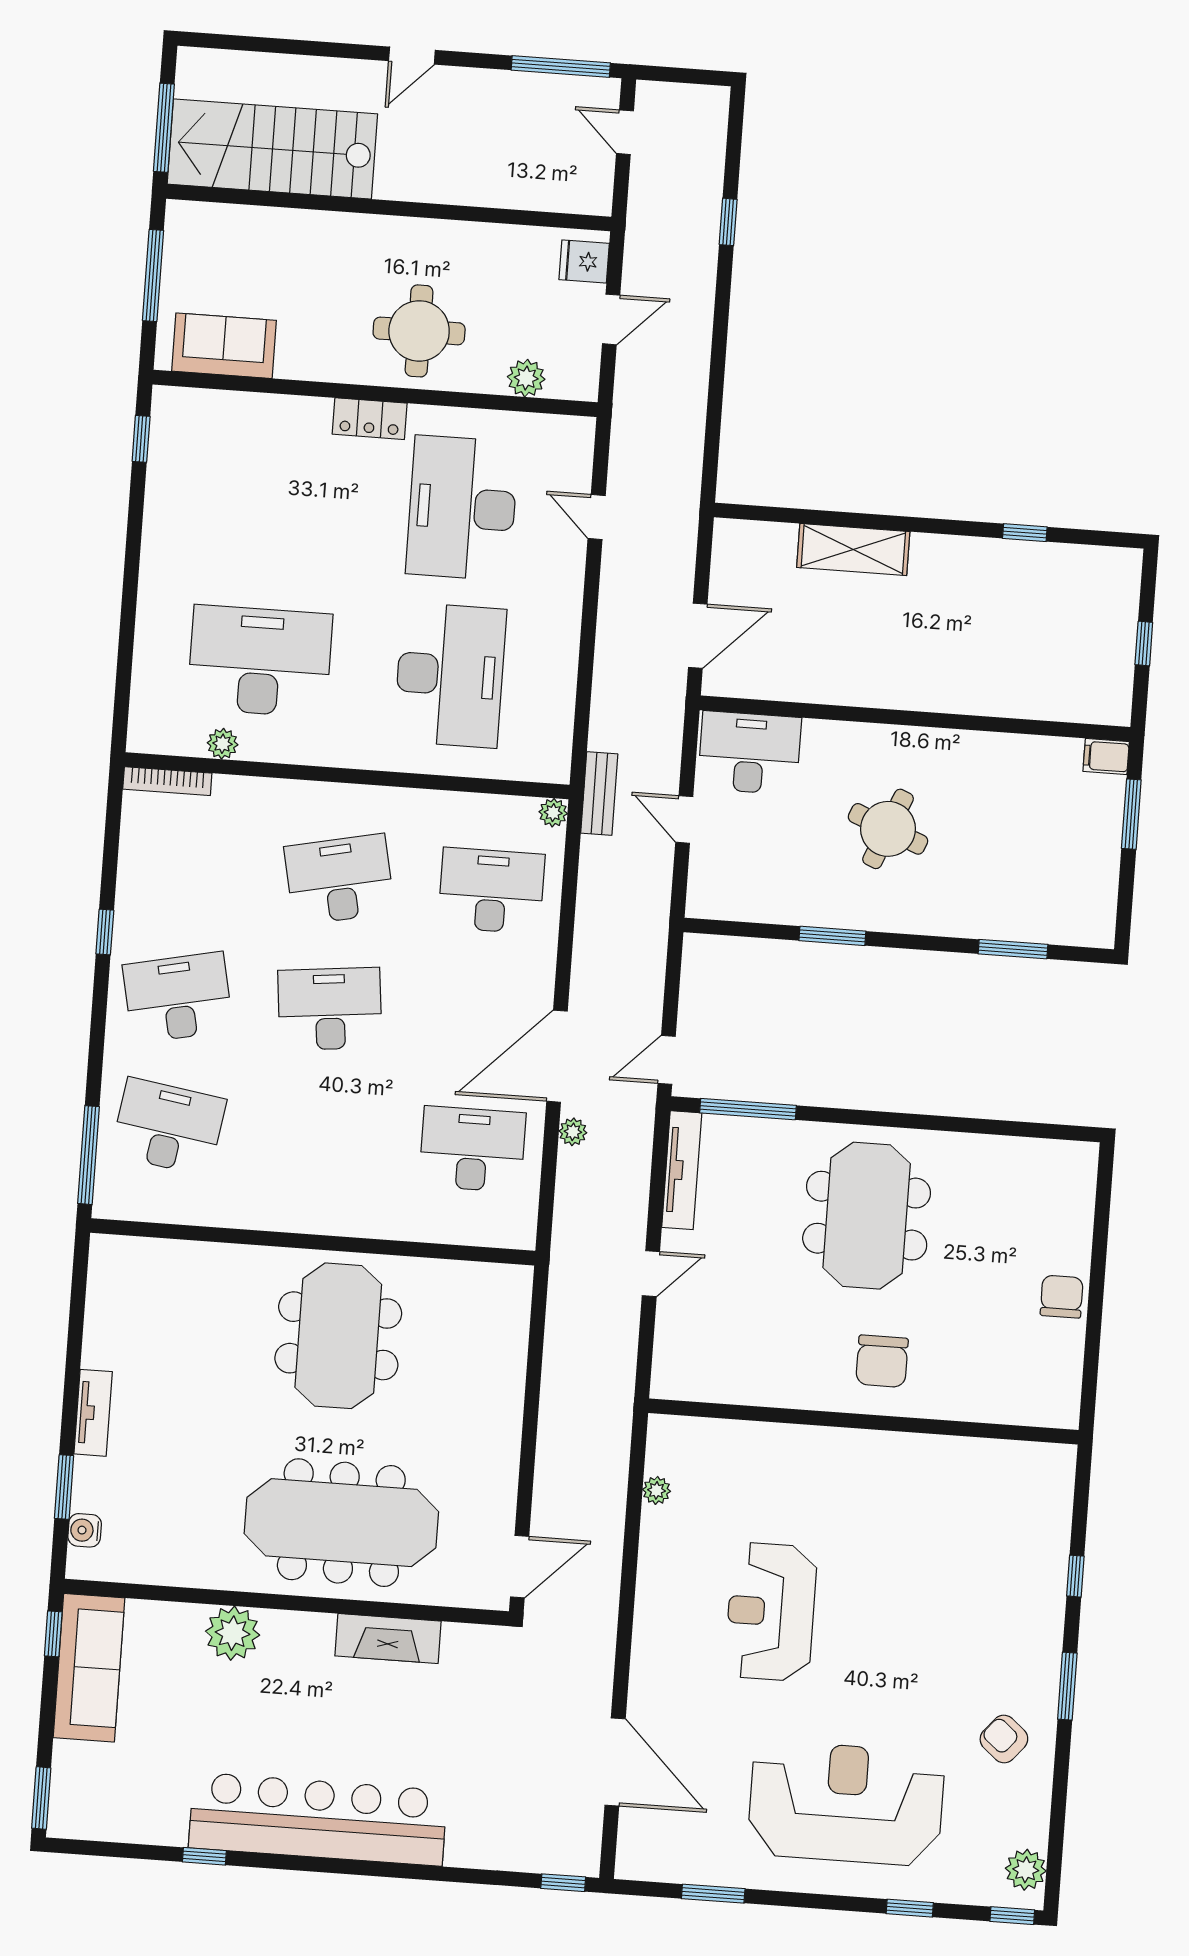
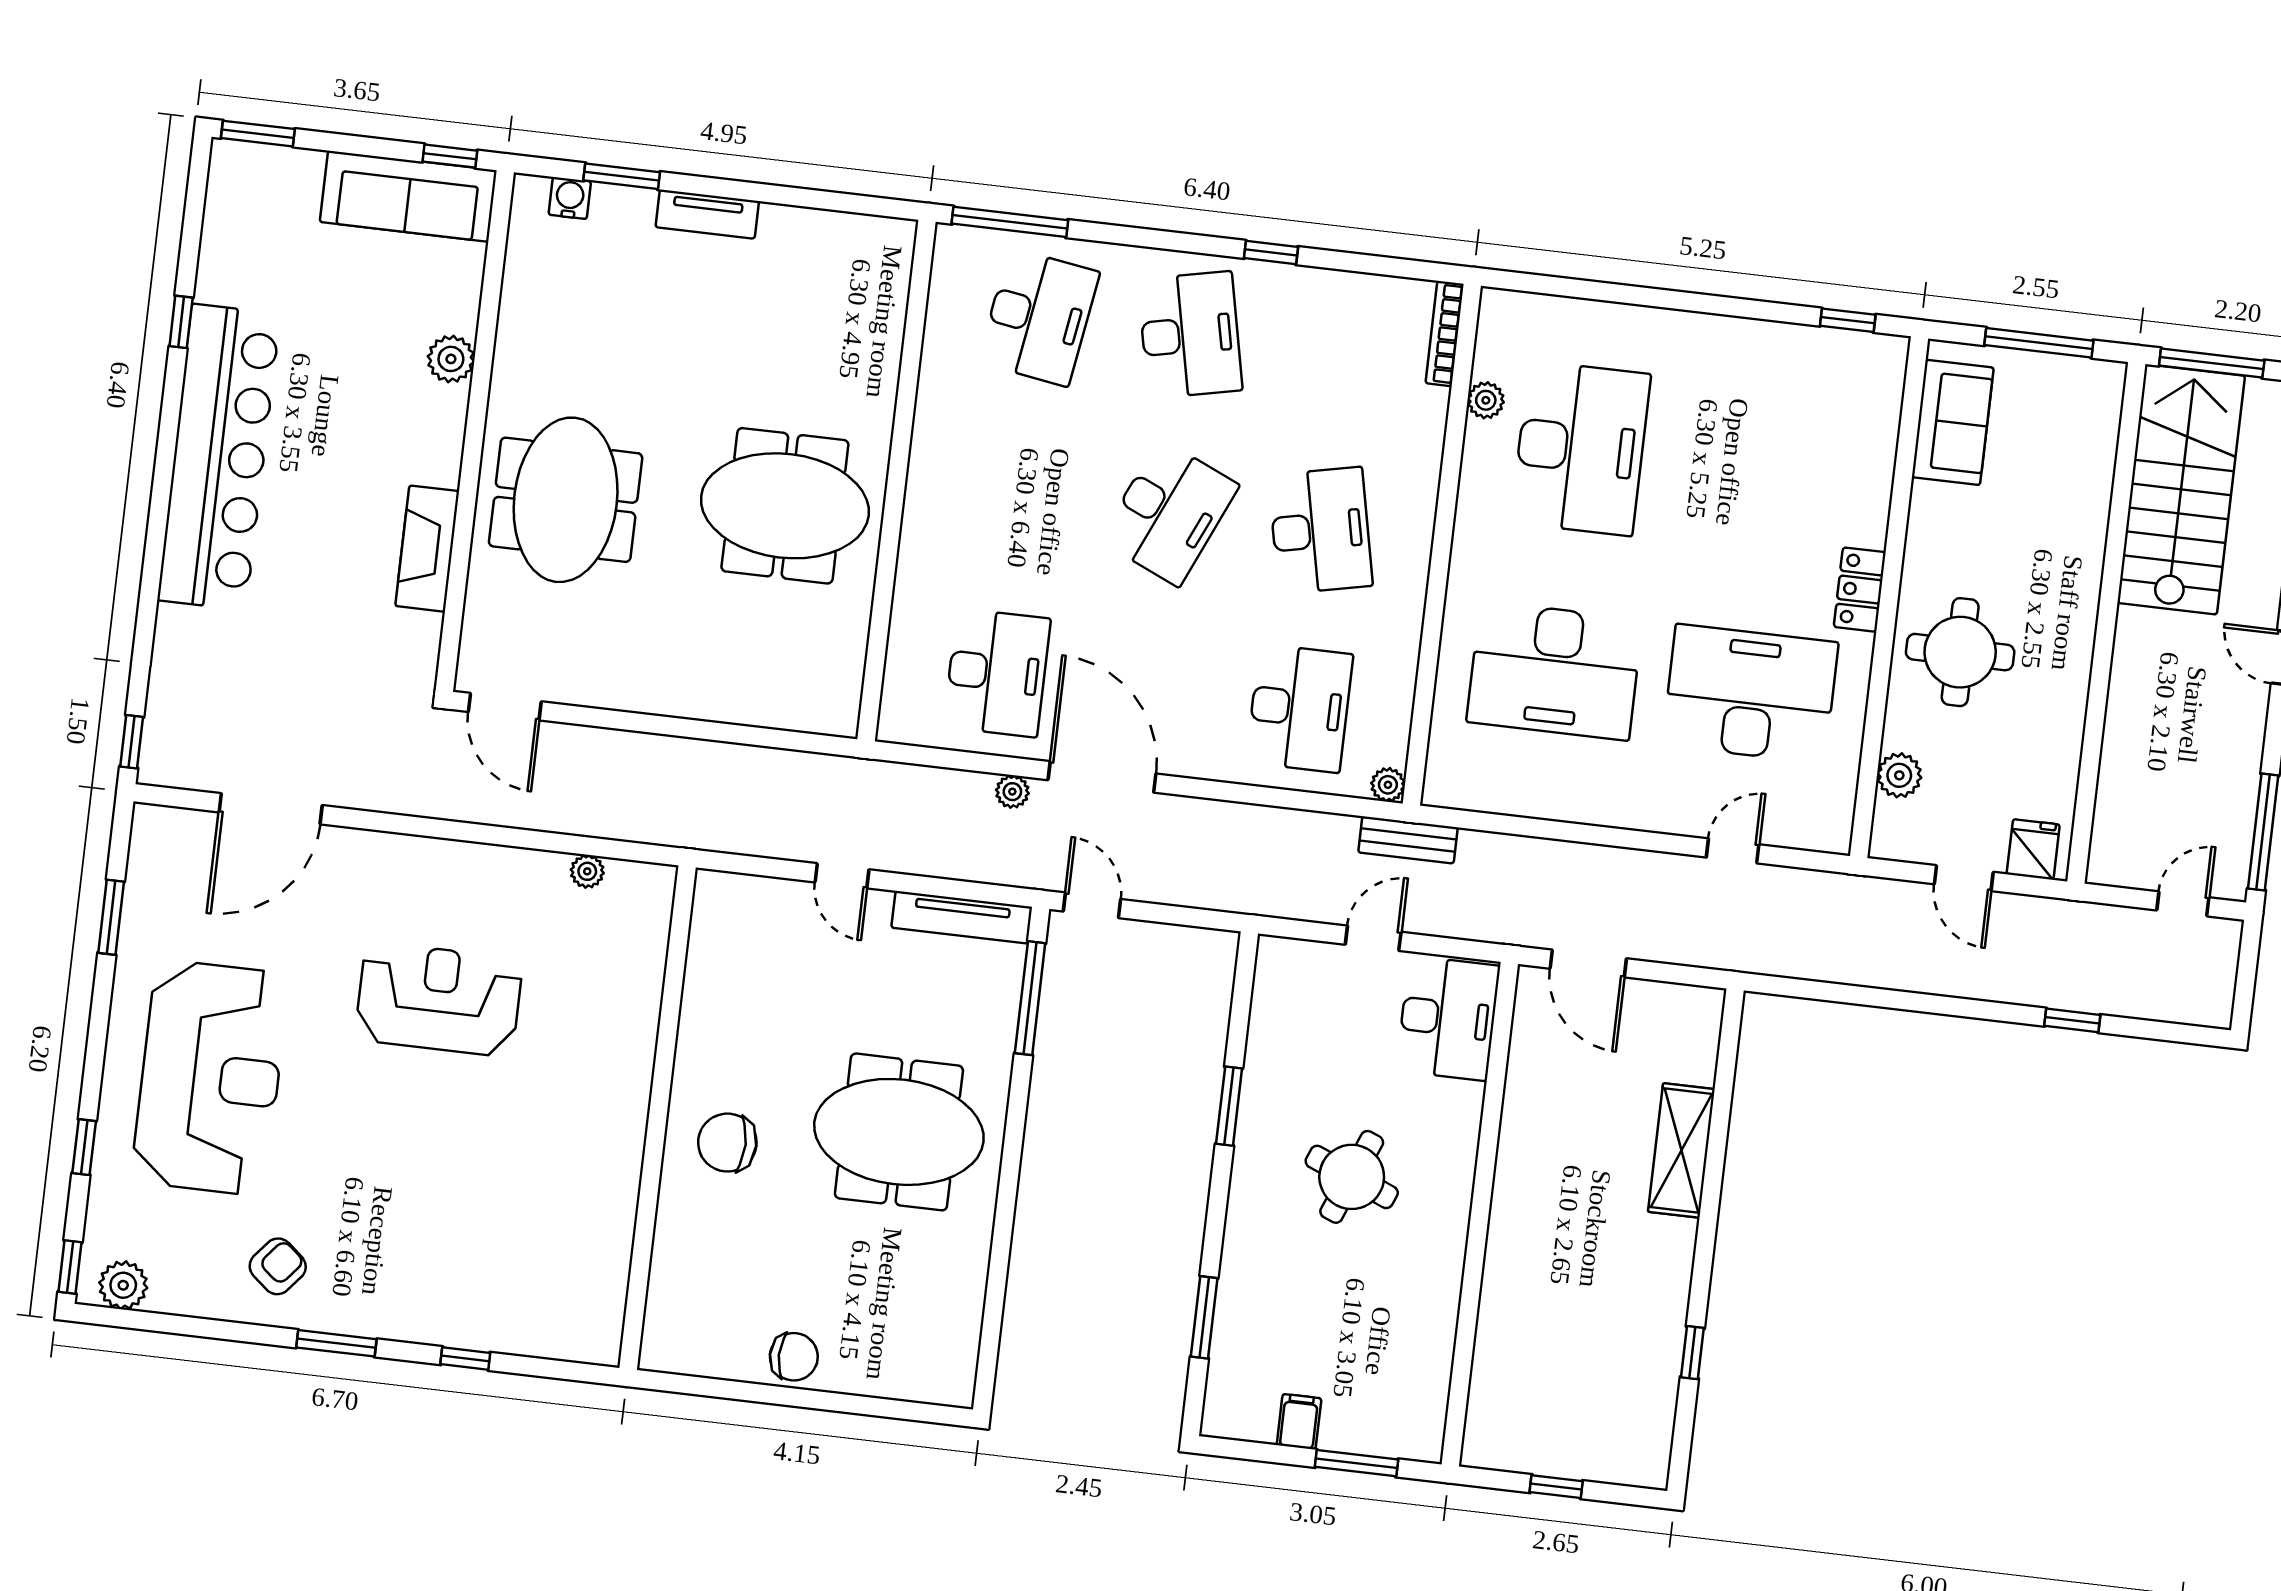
filing cabinet: (1106, 757) -> (1299, 1422), moved
desk: (330, 1009) -> (1169, 513), turned 30
meeting table: (341, 1523) -> (566, 500), width x0.73
plant: (233, 1633) -> (451, 359), width x0.73, depth x0.73

